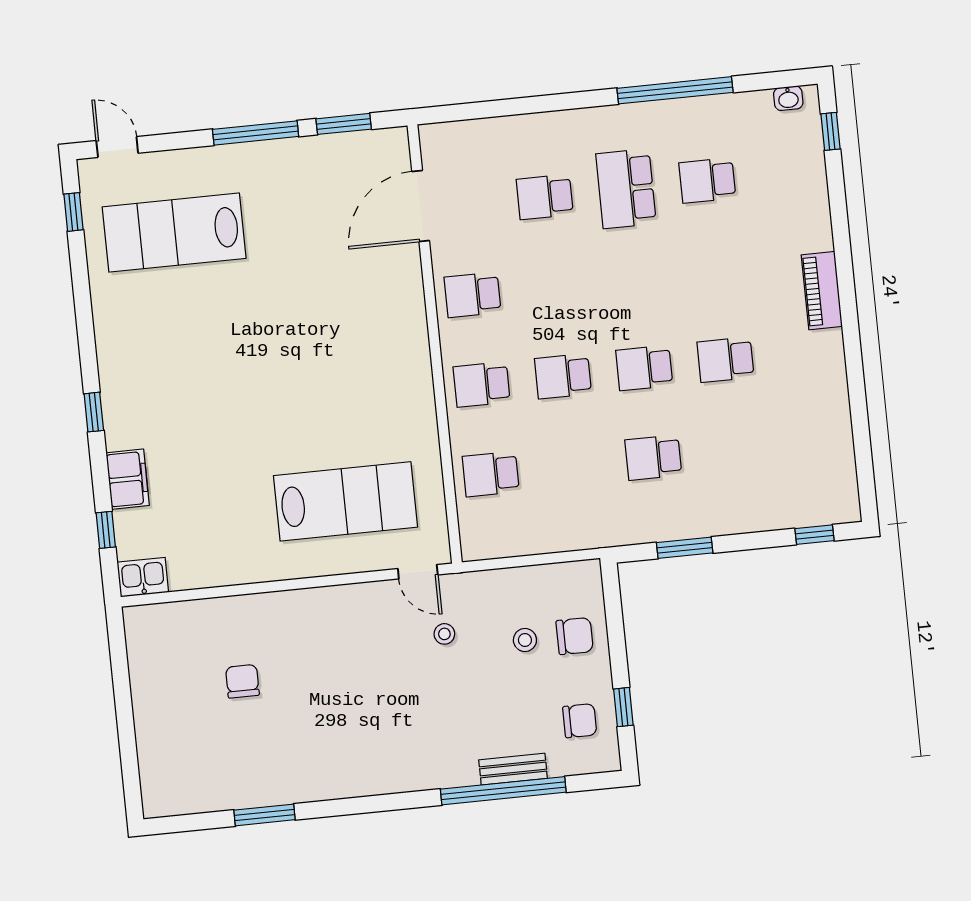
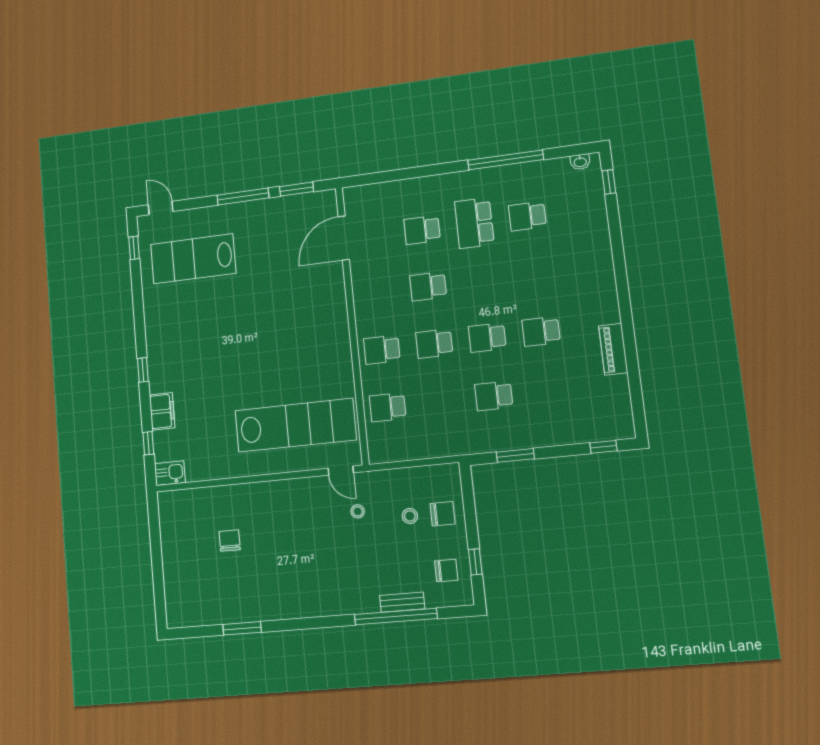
piano: (822, 291) -> (613, 349), moved
school desk: (473, 295) -> (428, 286), moved
lab bench: (345, 501) -> (295, 425), width x1.36

